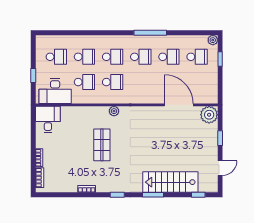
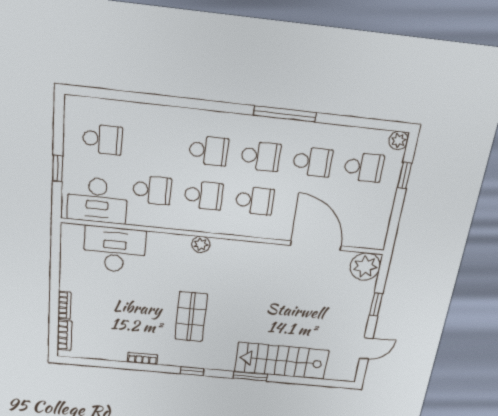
school desk: (84, 57) -> (255, 201), moved
desk: (48, 119) -> (115, 250), moved, width x1.37
shop shelf: (102, 145) -> (191, 317), moved
window: (198, 195) -> (323, 383), removed

